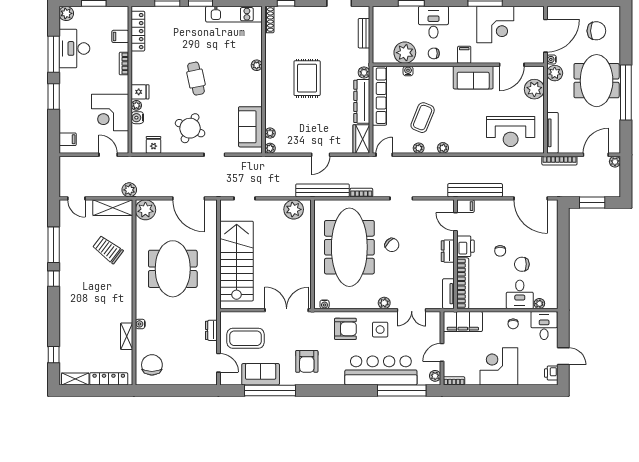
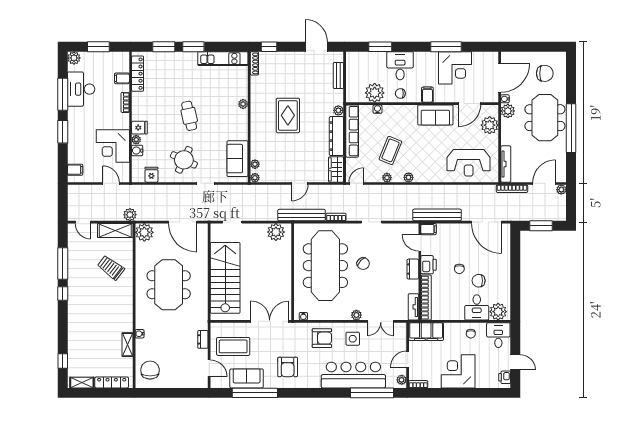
plant: (539, 304) -> (498, 312), width x1.87, depth x1.87

